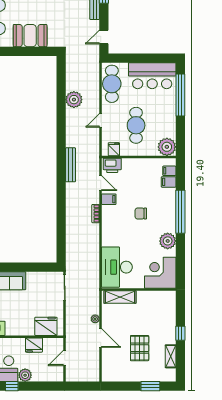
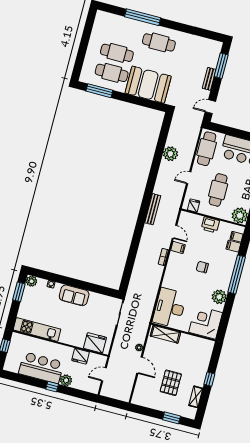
booth: (30, 36) -> (148, 85), width x1.36, depth x1.42
printer: (112, 165) -> (210, 225), moved

